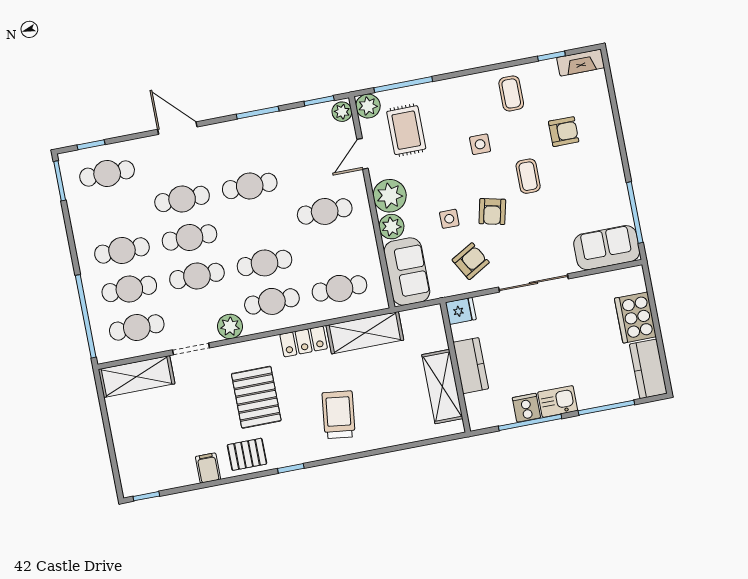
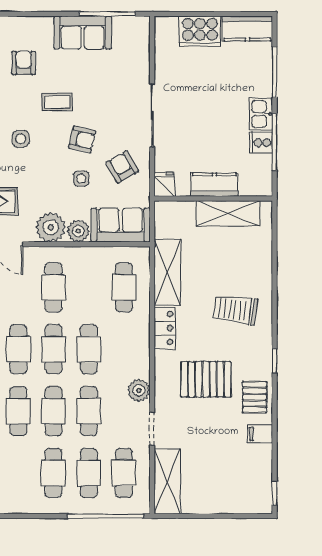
sofa: (607, 248) -> (83, 33), moved, turned -90
cafe table: (272, 301) -> (54, 349), moved

